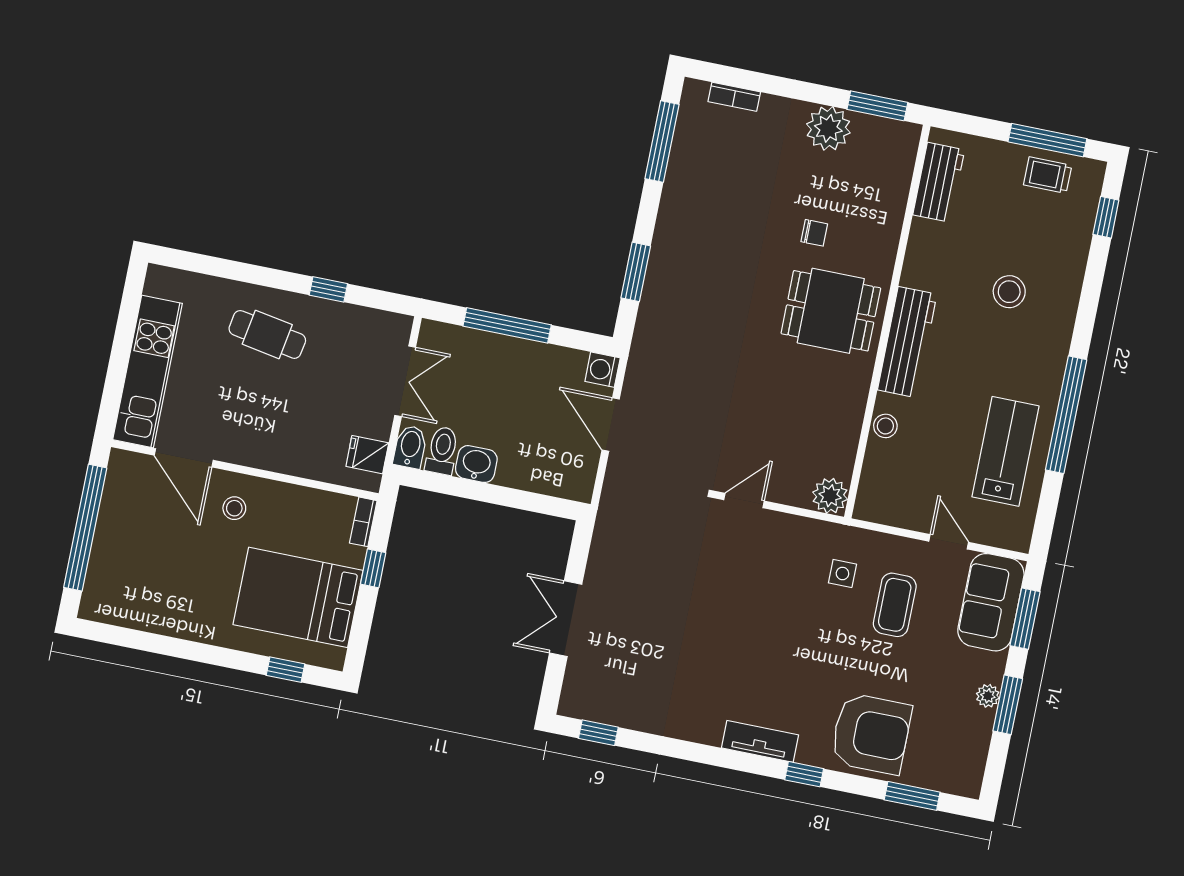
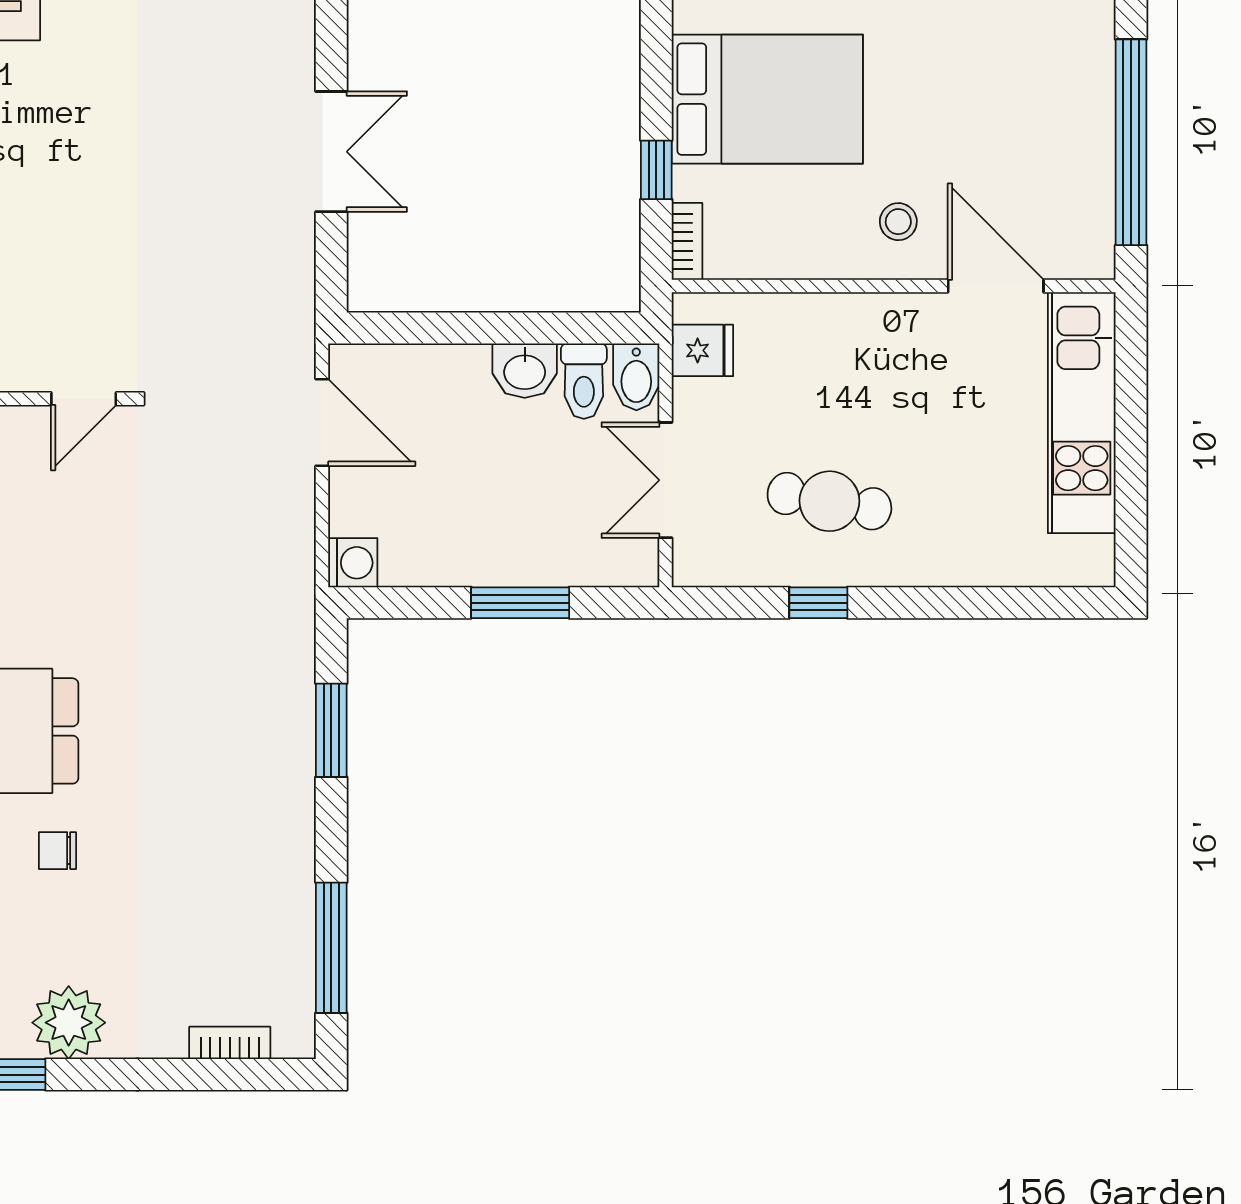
window: (507, 325) -> (520, 603), width x0.69
cafe table: (267, 334) -> (829, 501), moved
door: (611, 425) -> (322, 423), moved

